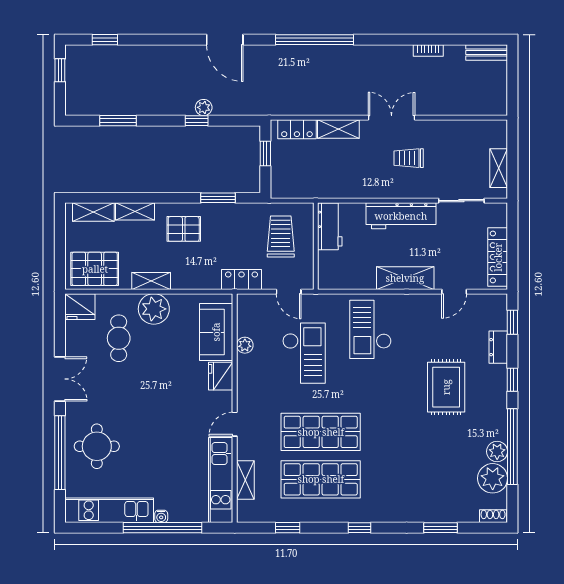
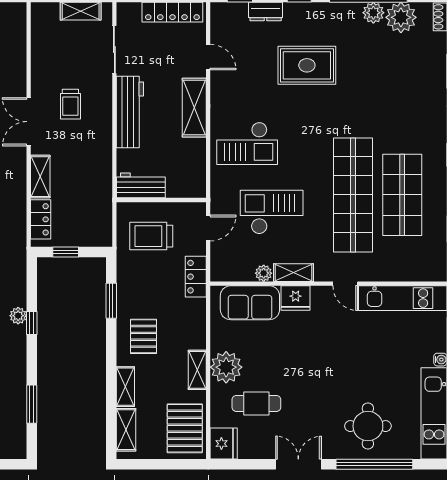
shop shelf: (321, 432) -> (353, 195), width x1.40
shelving: (245, 480) -> (294, 273), moved

